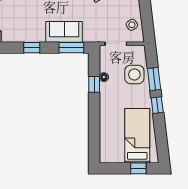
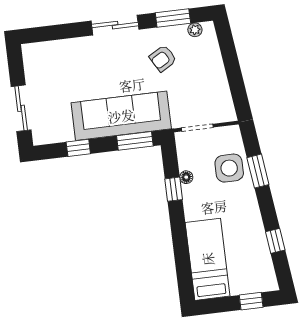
side table: (132, 25) -> (217, 98), removed
sofa: (64, 32) -> (121, 116), width x1.85, depth x1.27
window: (157, 105) -> (275, 241), moved
bed: (137, 136) -> (208, 259), moved

